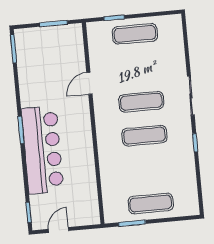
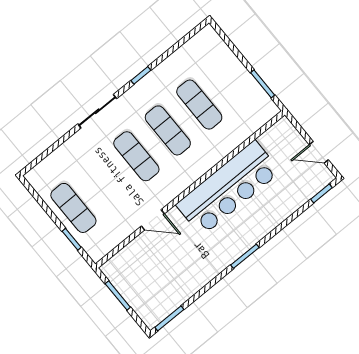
bar counter: (42, 150) -> (228, 188), moved, turned 180
exercise mat: (151, 203) -> (199, 105), moved

